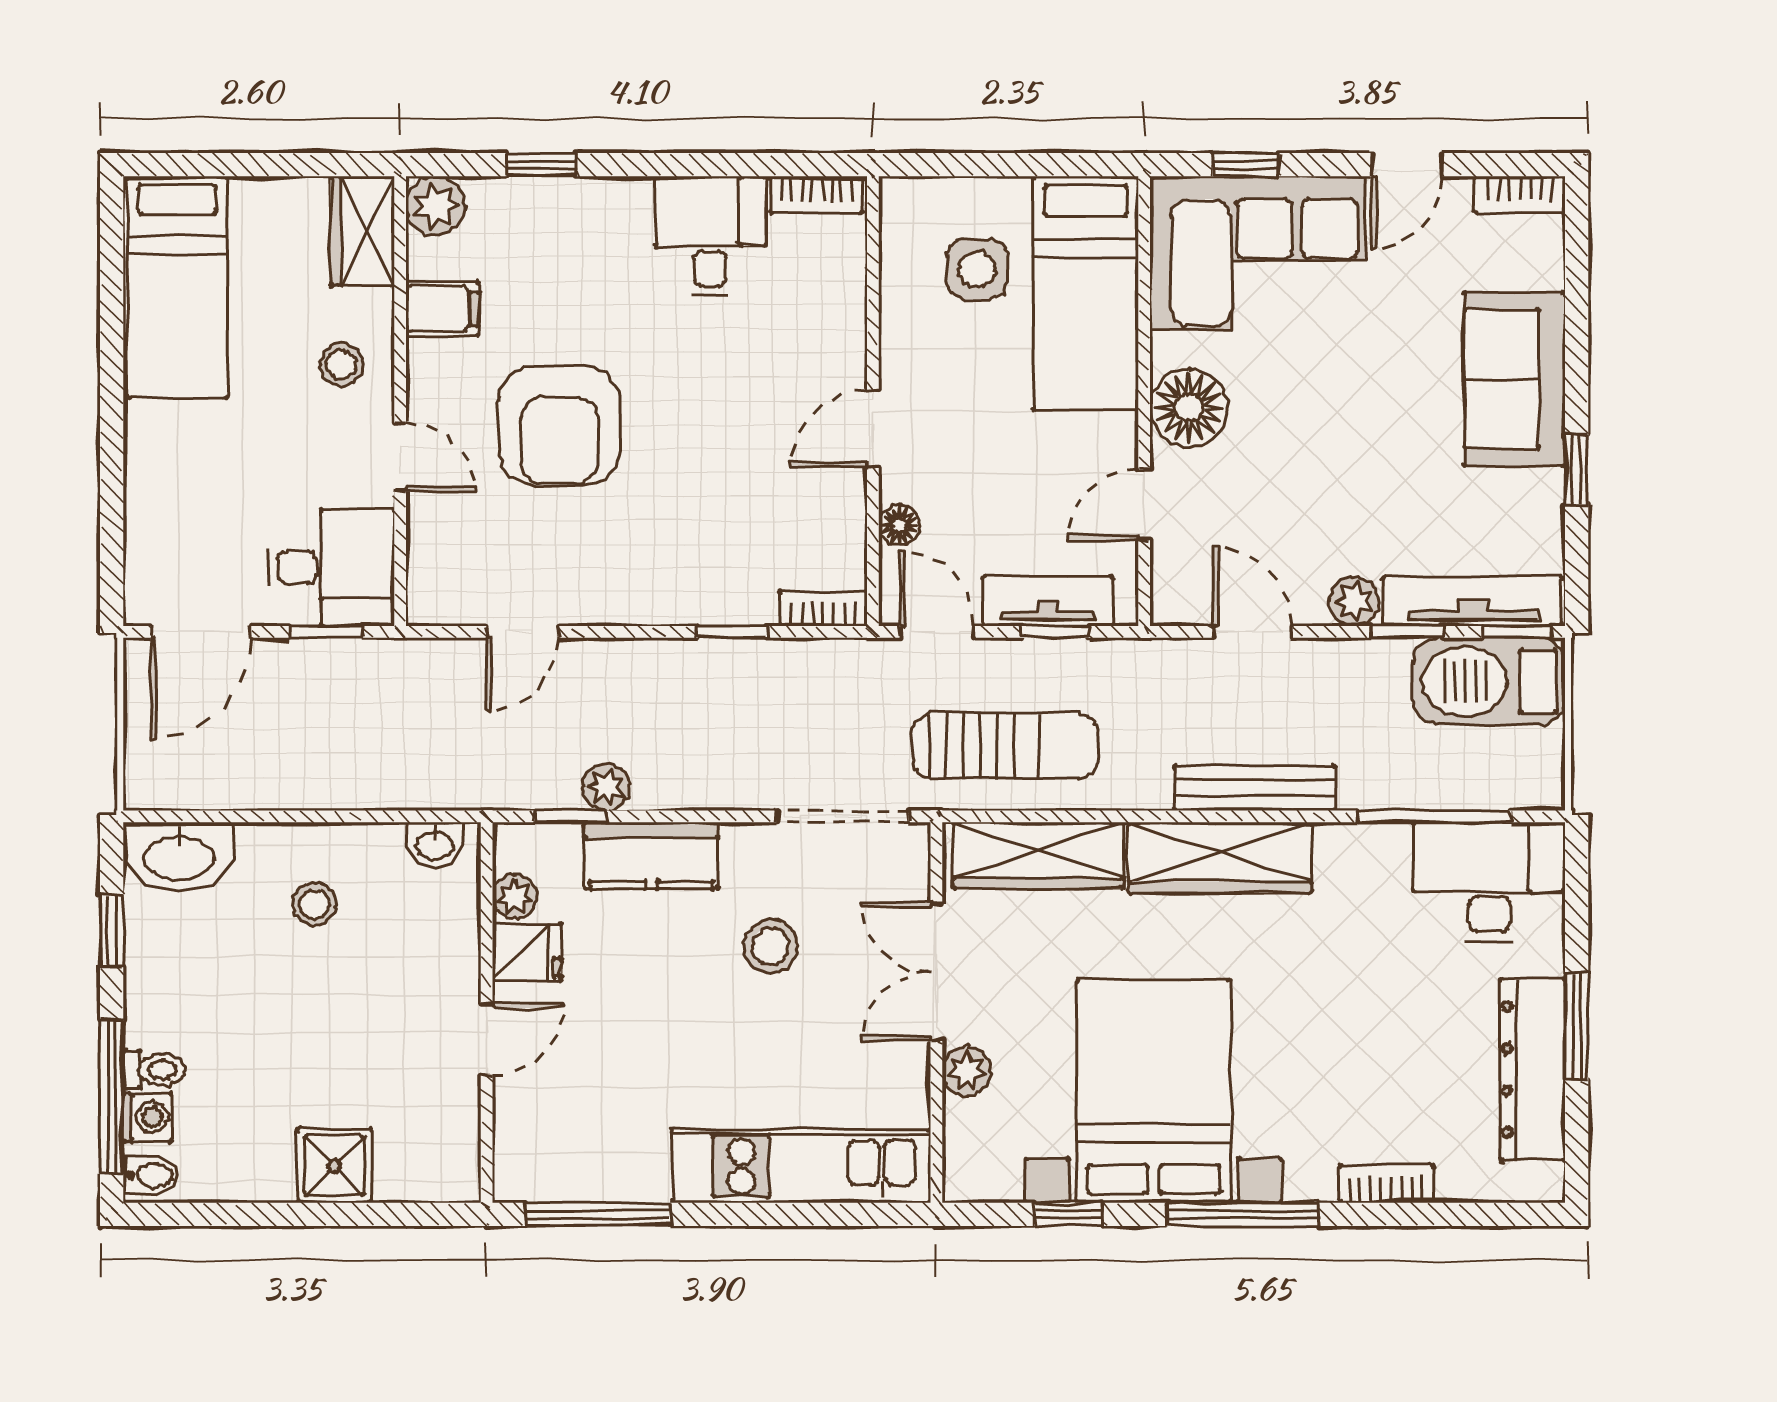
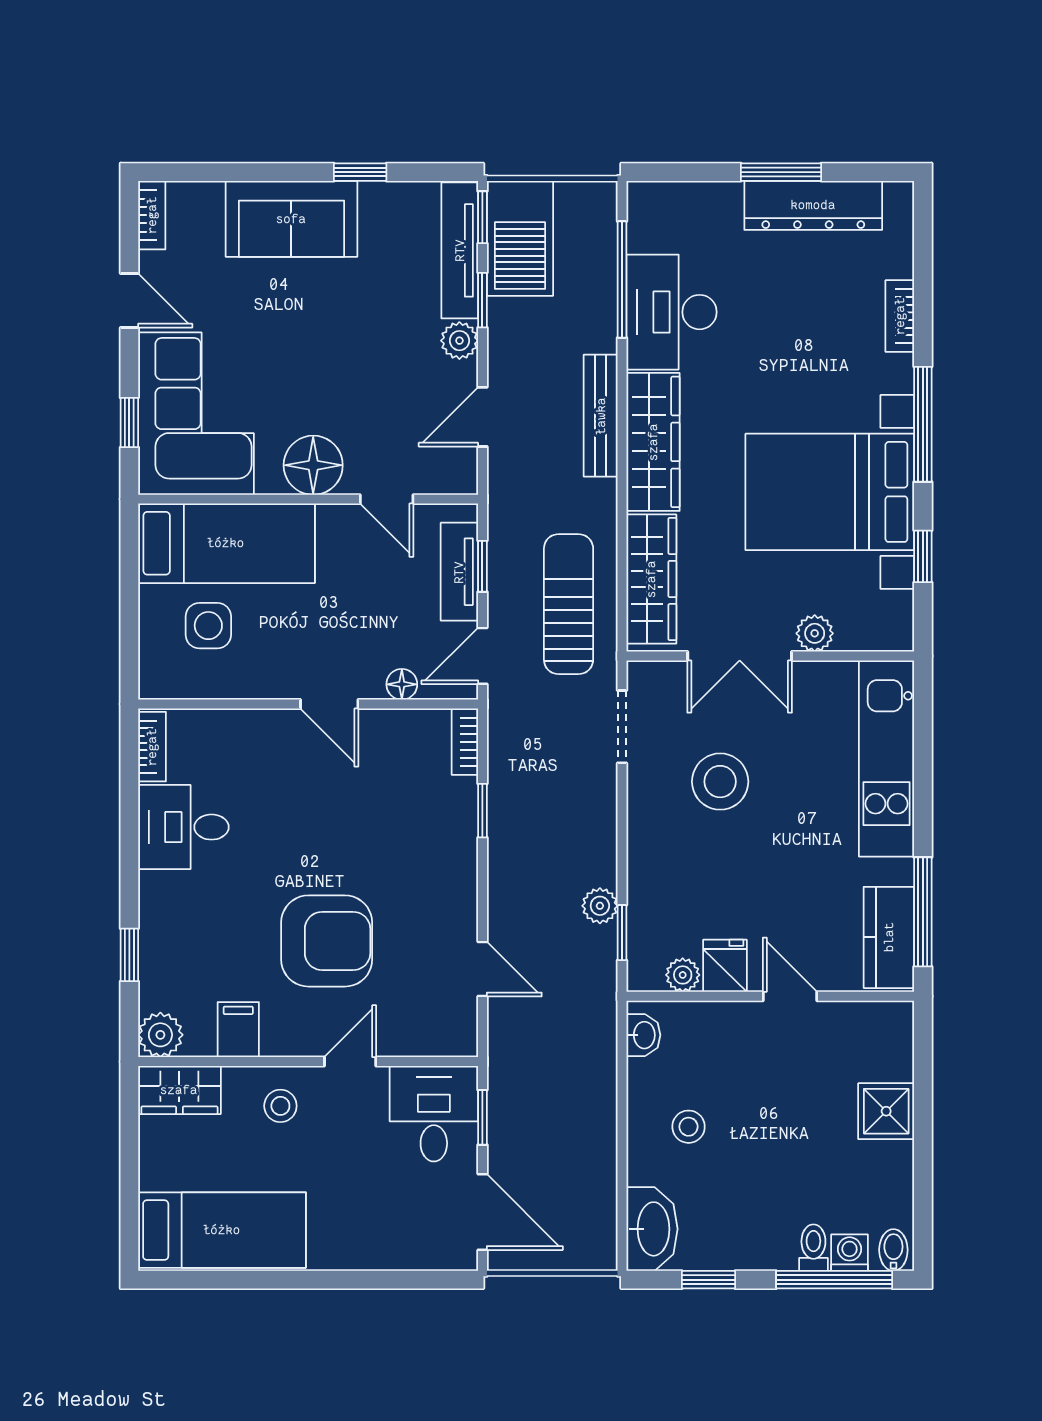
doorway: (843, 816) -> (622, 727), width x0.73
kitchen counter: (652, 856) -> (889, 937), moved, turned 180
desk: (1489, 882) -> (671, 312), moved
stool: (771, 946) -> (720, 782), width x1.38, depth x1.38

